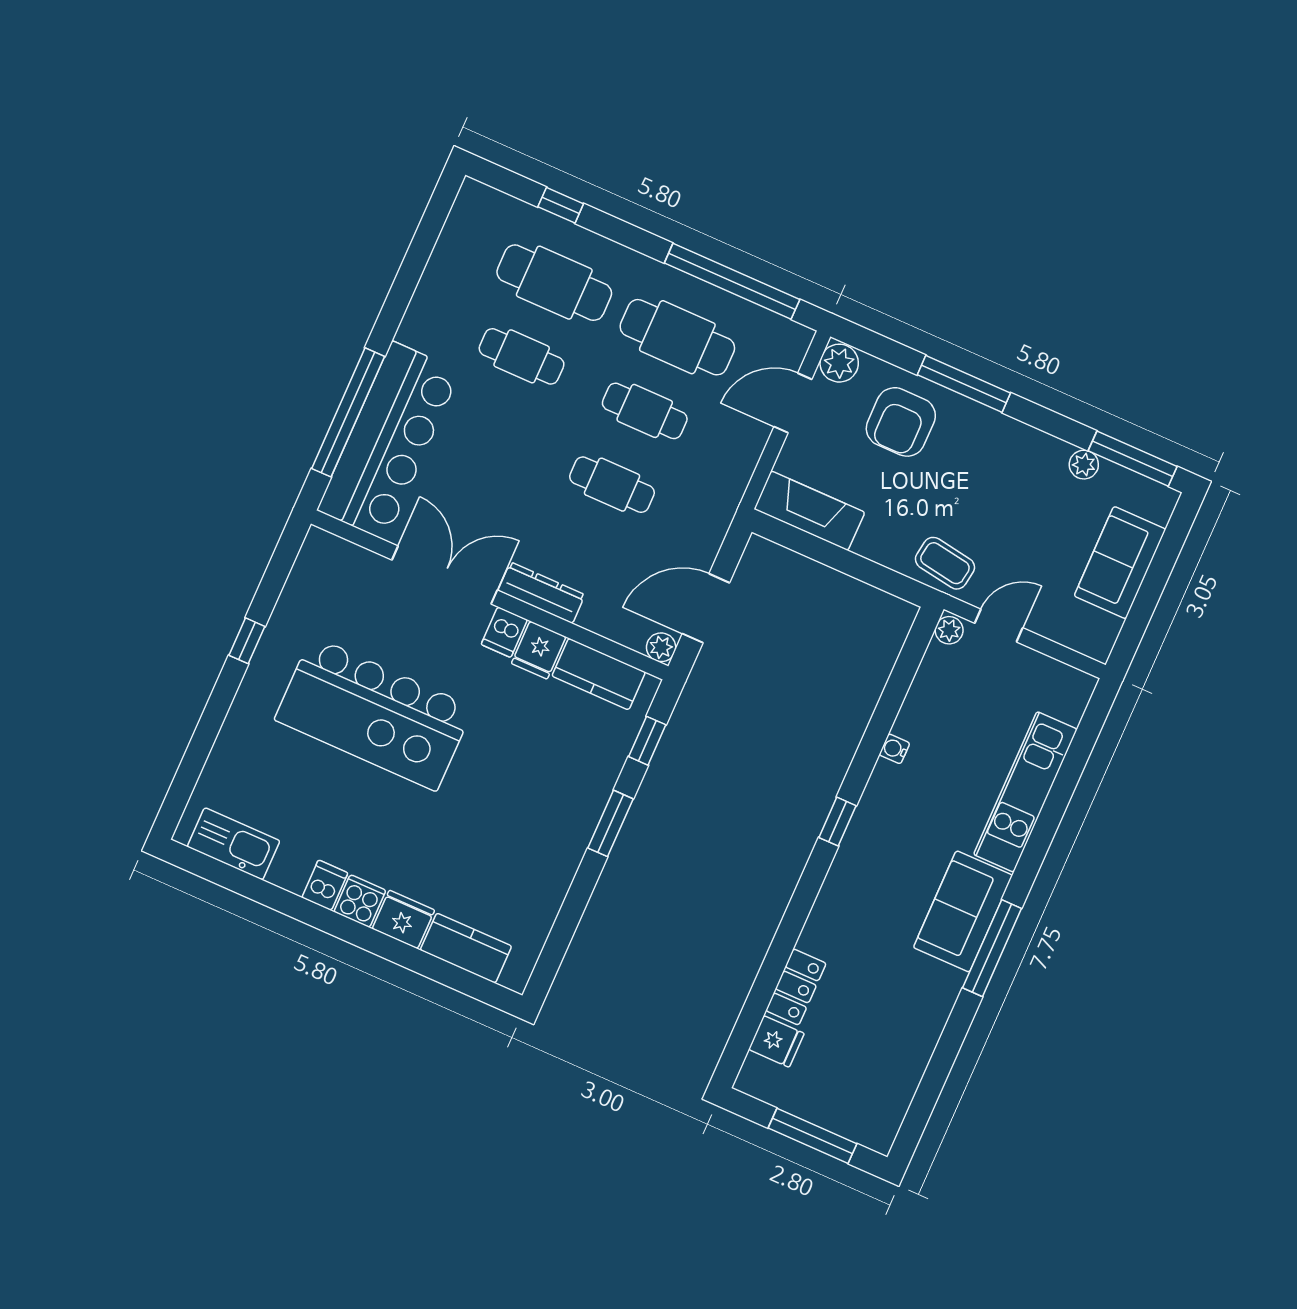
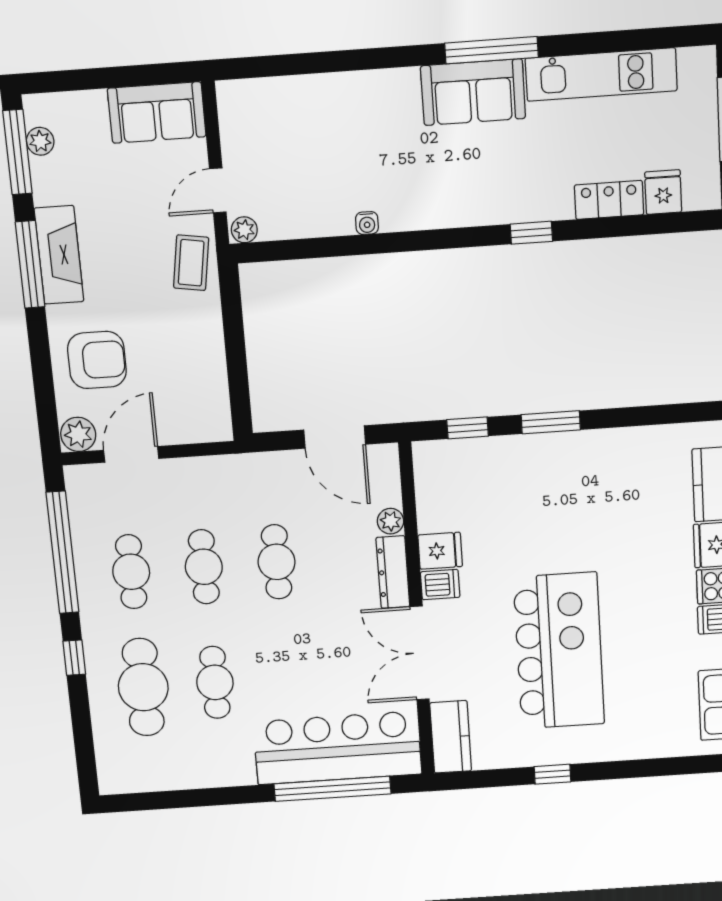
window: (561, 205) -> (74, 658), moved
cafe table: (677, 337) -> (131, 572), width x0.73, depth x0.74
window: (964, 384) -> (30, 265), moved
door: (793, 403) -> (131, 454), swing flipped
plant: (1084, 465) -> (40, 141), moved
fireplace: (809, 511) -> (59, 255), moved, turned 180
sofa: (1120, 563) -> (157, 113), moved
door: (999, 626) -> (218, 190), hinge flipped
plant: (661, 647) -> (391, 521), moved
kitchen counter: (599, 674) -> (451, 737), moved
kitchen unit: (1025, 792) -> (601, 75), moved
window: (838, 822) -> (531, 233), moved

